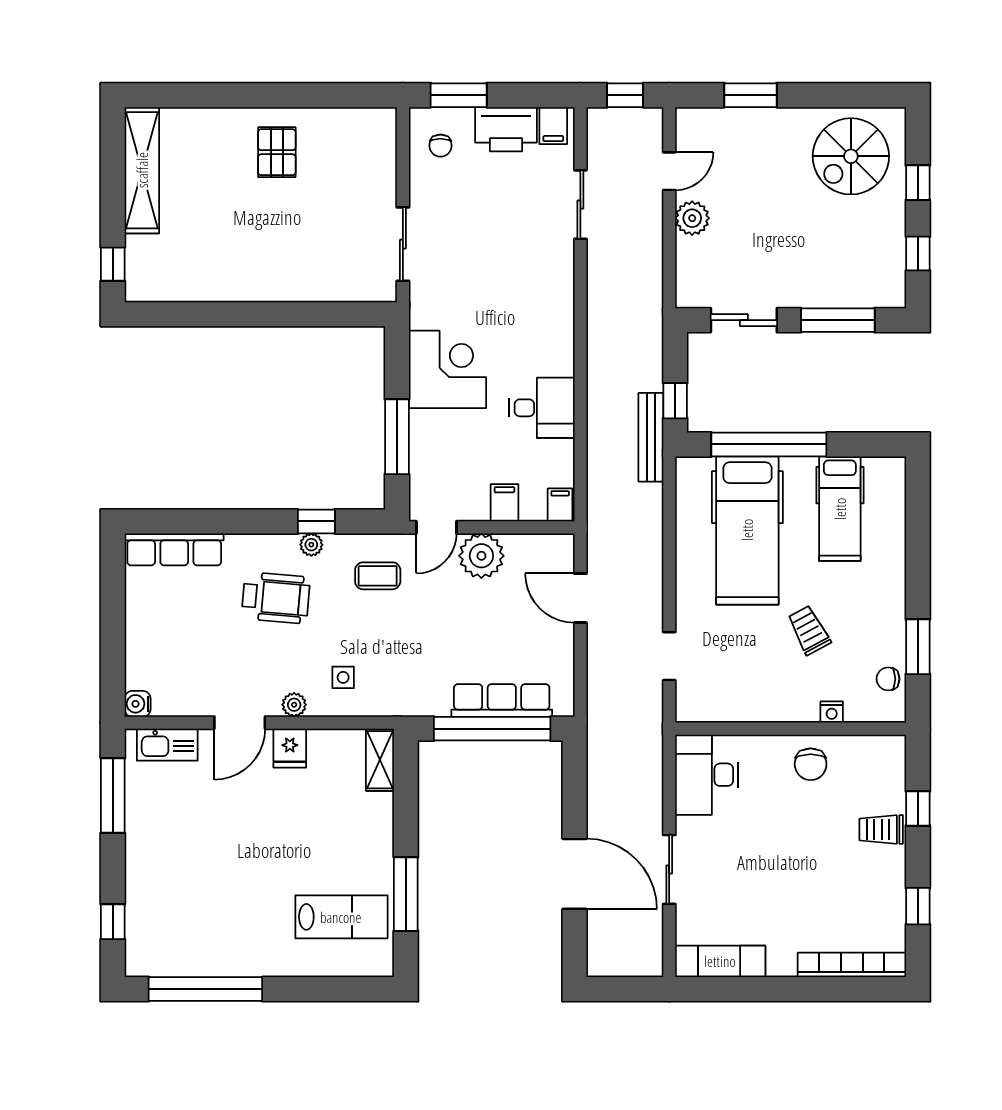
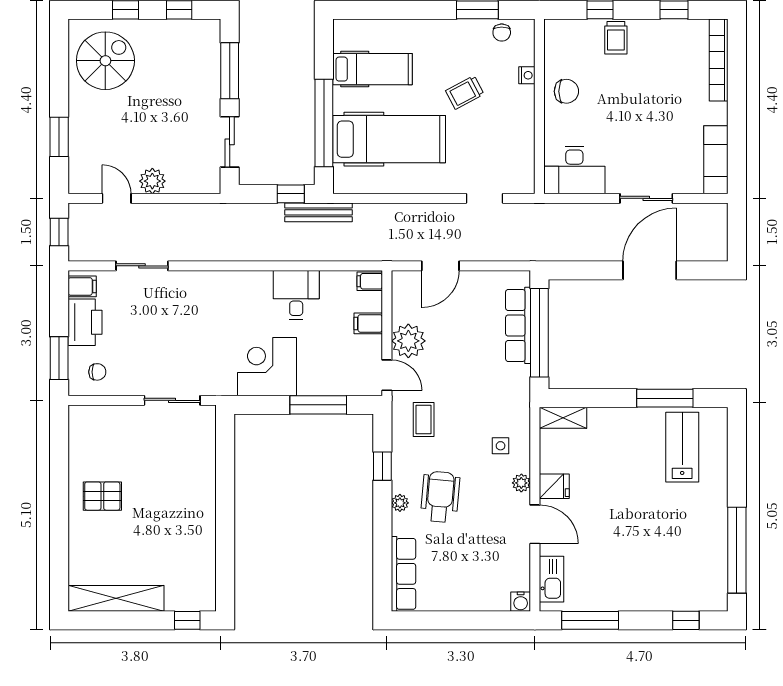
spiral stairs: (851, 156) -> (105, 61), turned -90
plant: (311, 545) -> (400, 503), moved

